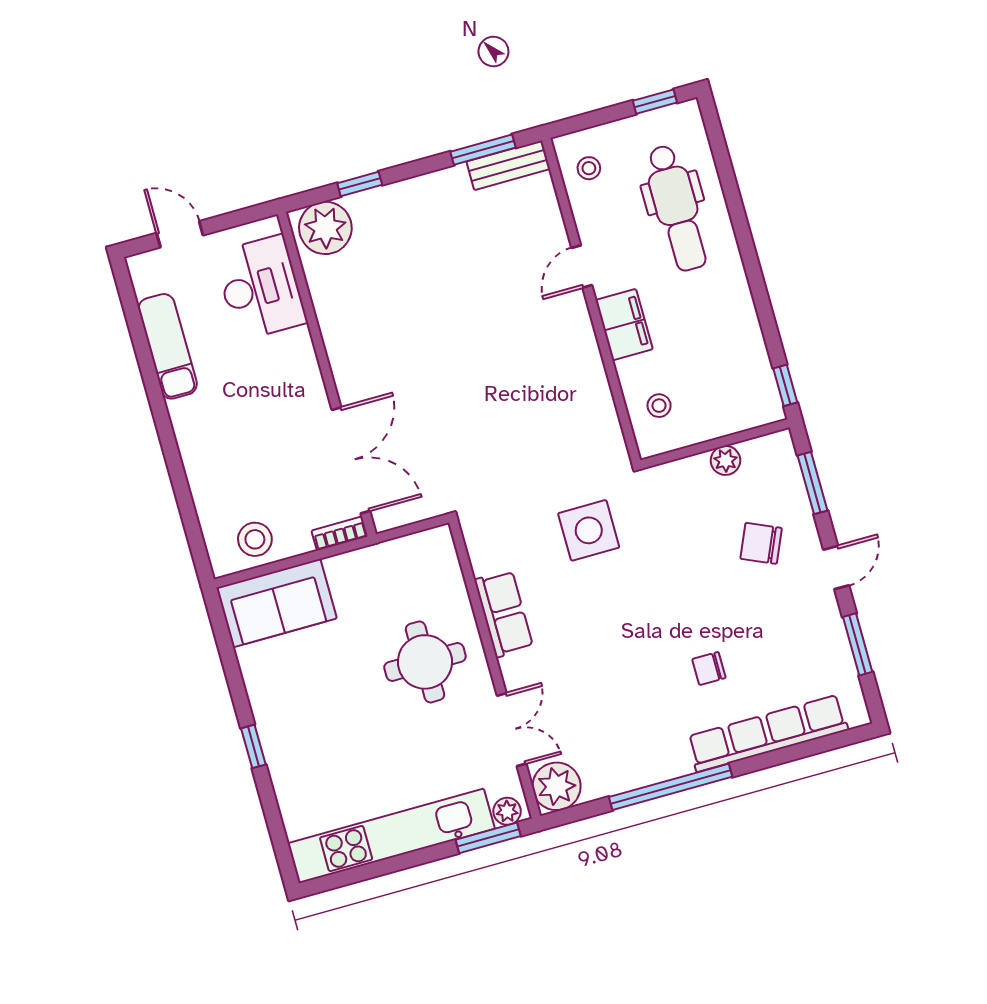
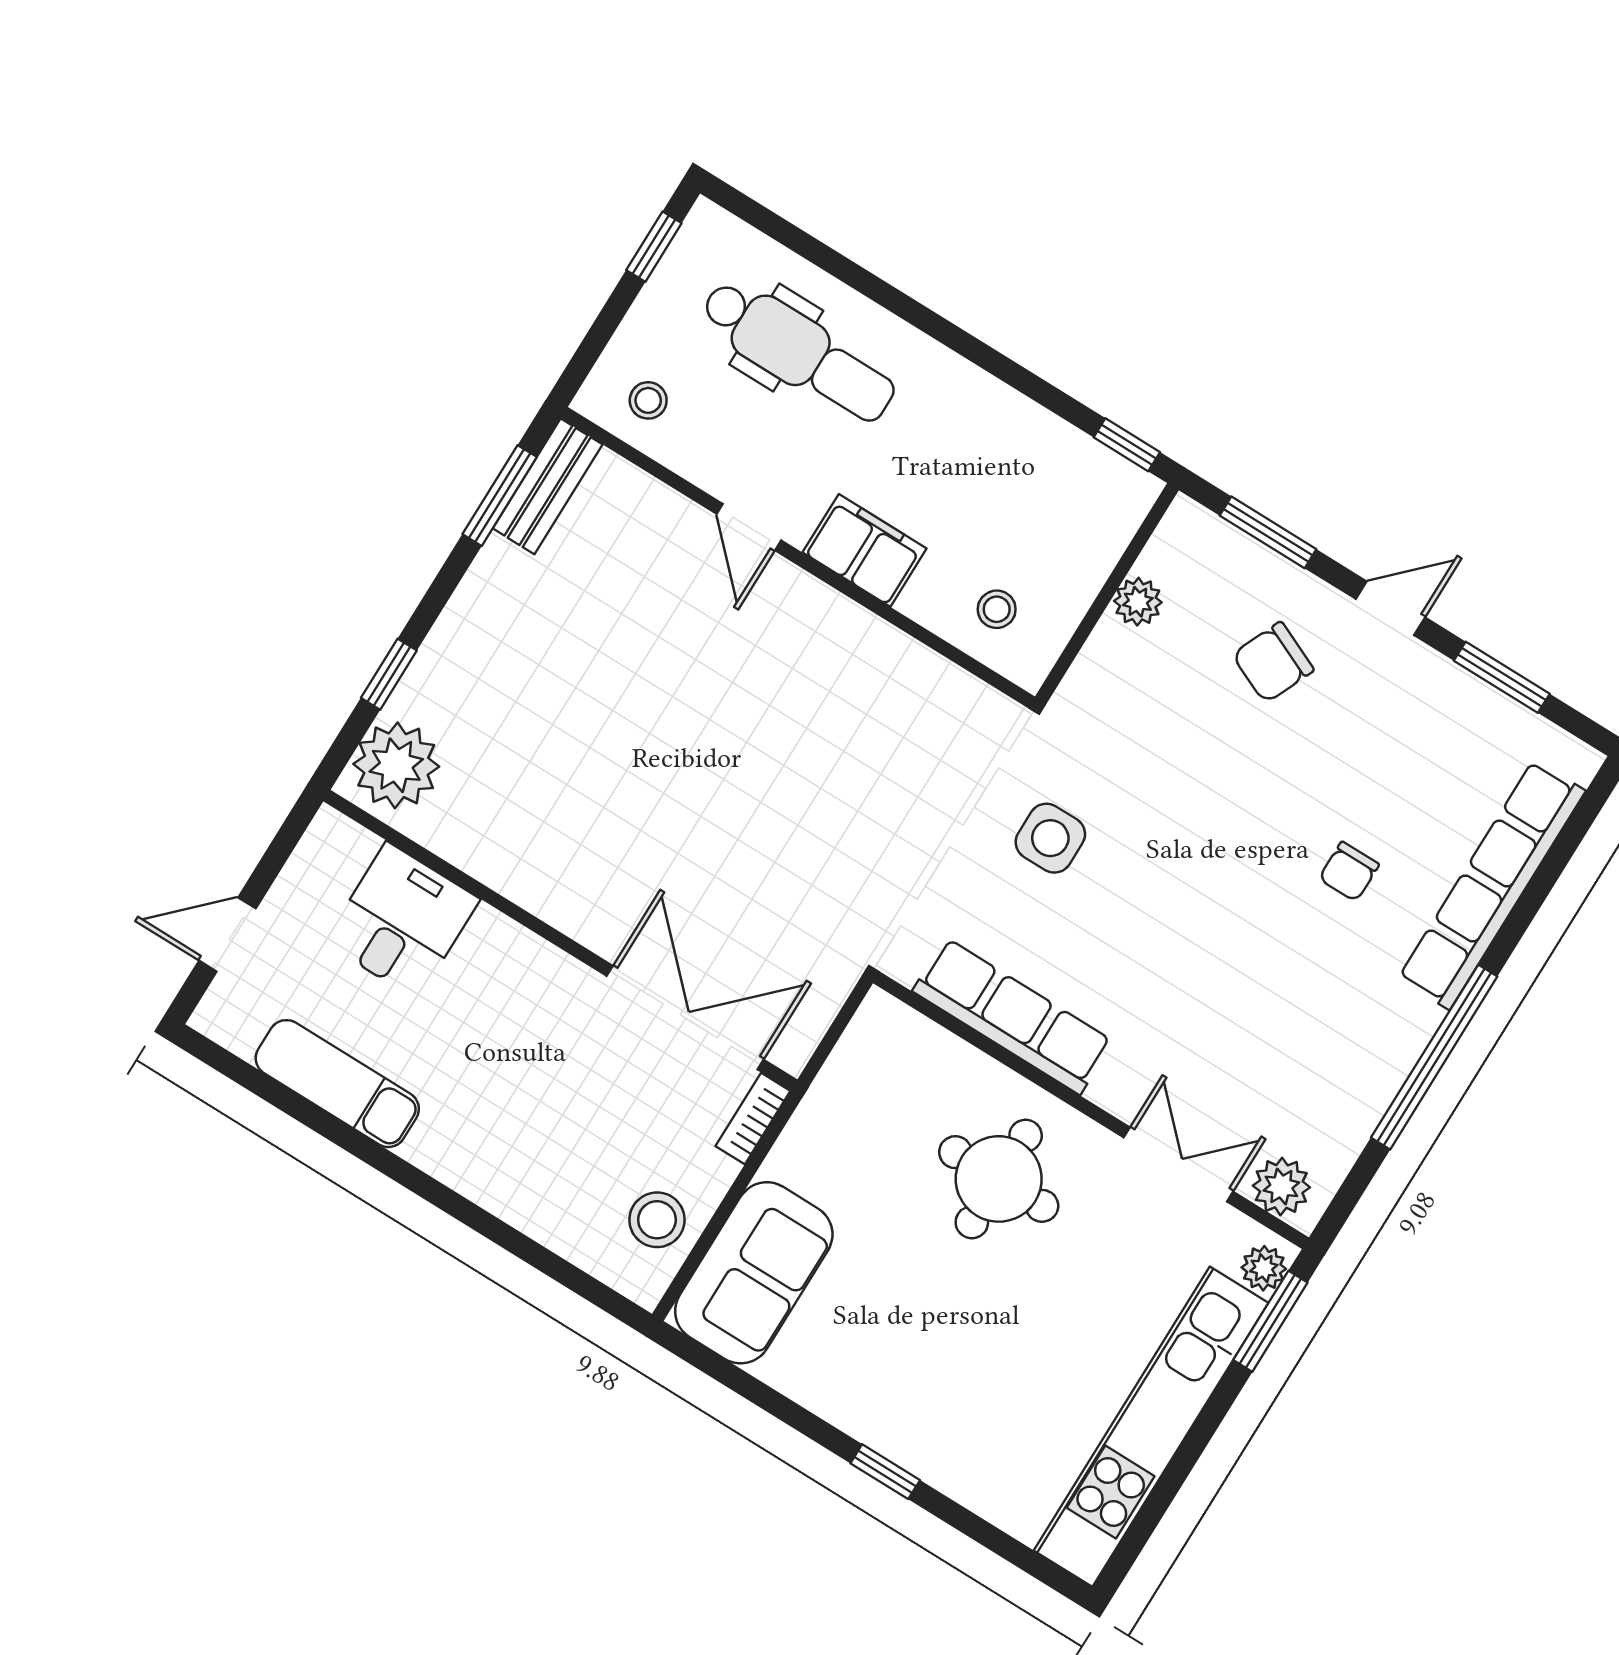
desk: (260, 288) -> (402, 921), width x0.73
side table: (589, 530) -> (1050, 838), width x0.73, depth x0.73
door: (836, 568) -> (1390, 608), hinge flipped
row of seats: (504, 614) -> (1013, 1016), width x1.48
plant: (557, 786) -> (1281, 1186), width x0.73, depth x0.73

